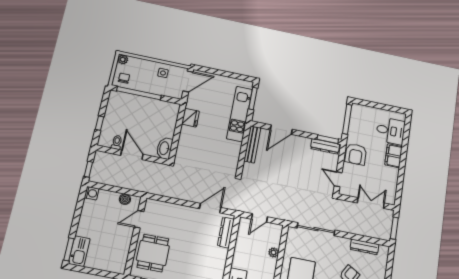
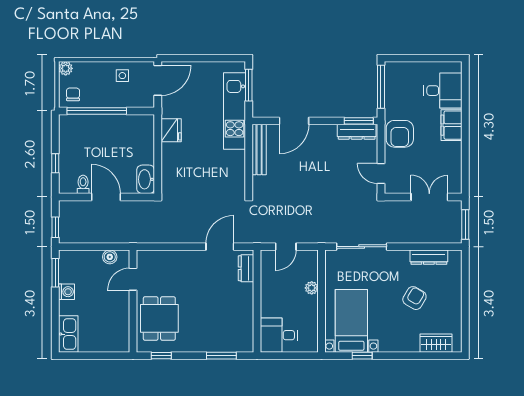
washing machine: (92, 193) -> (66, 292), moved
dresser: (226, 233) -> (246, 268), width x0.70
window: (69, 249) -> (55, 273), moved

